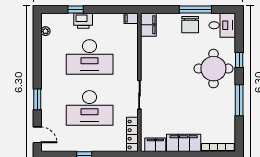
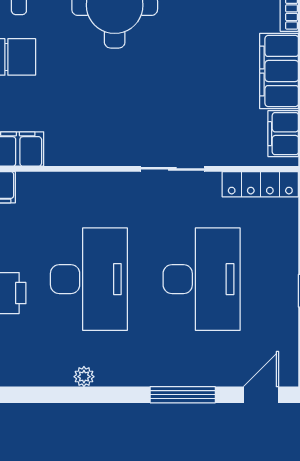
plant: (45, 31) -> (84, 377), moved
window: (37, 99) -> (183, 395), width x1.44

